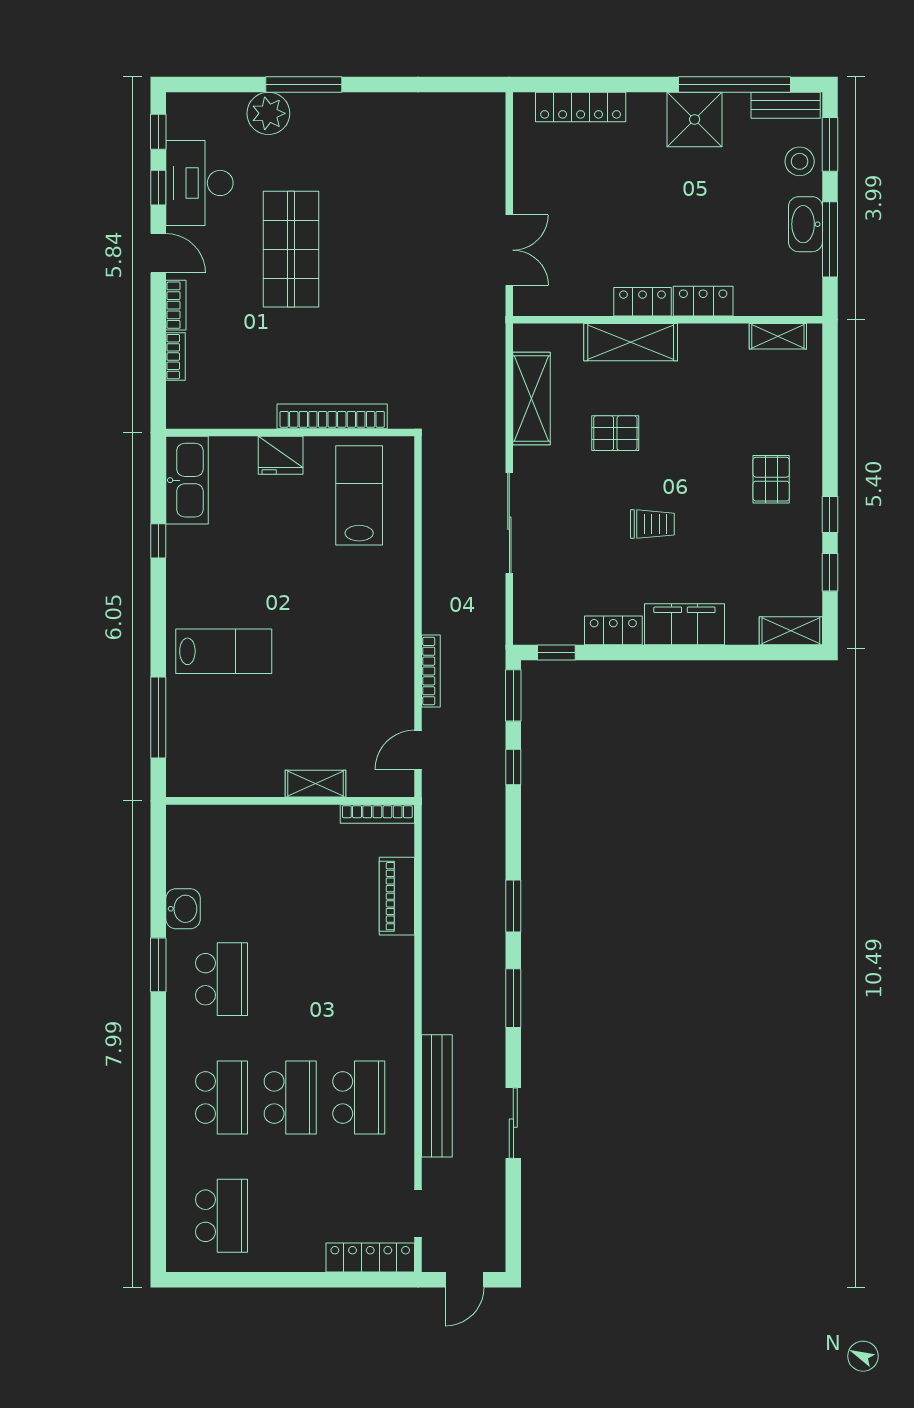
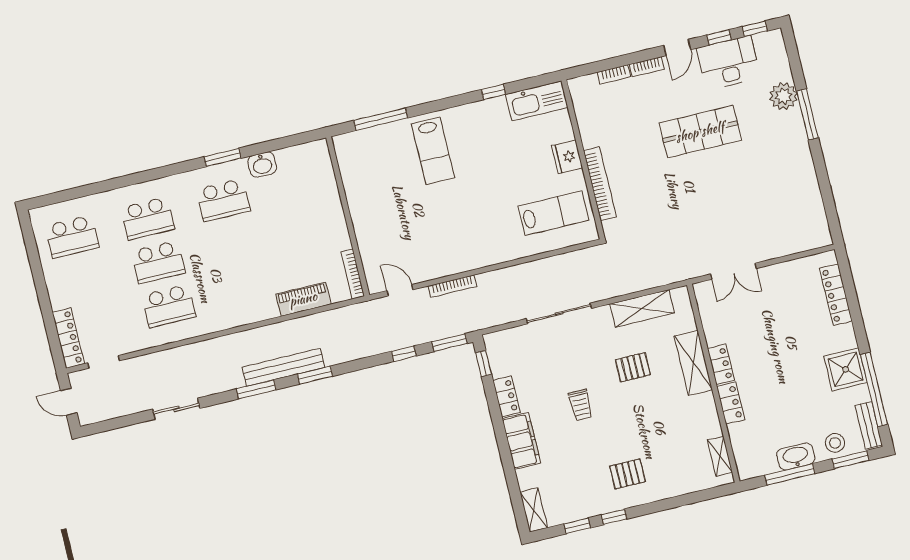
pallet: (615, 433) -> (633, 367), turned 90
shelving: (315, 784) -> (363, 230), removed
bench: (437, 1096) -> (284, 367), moved

